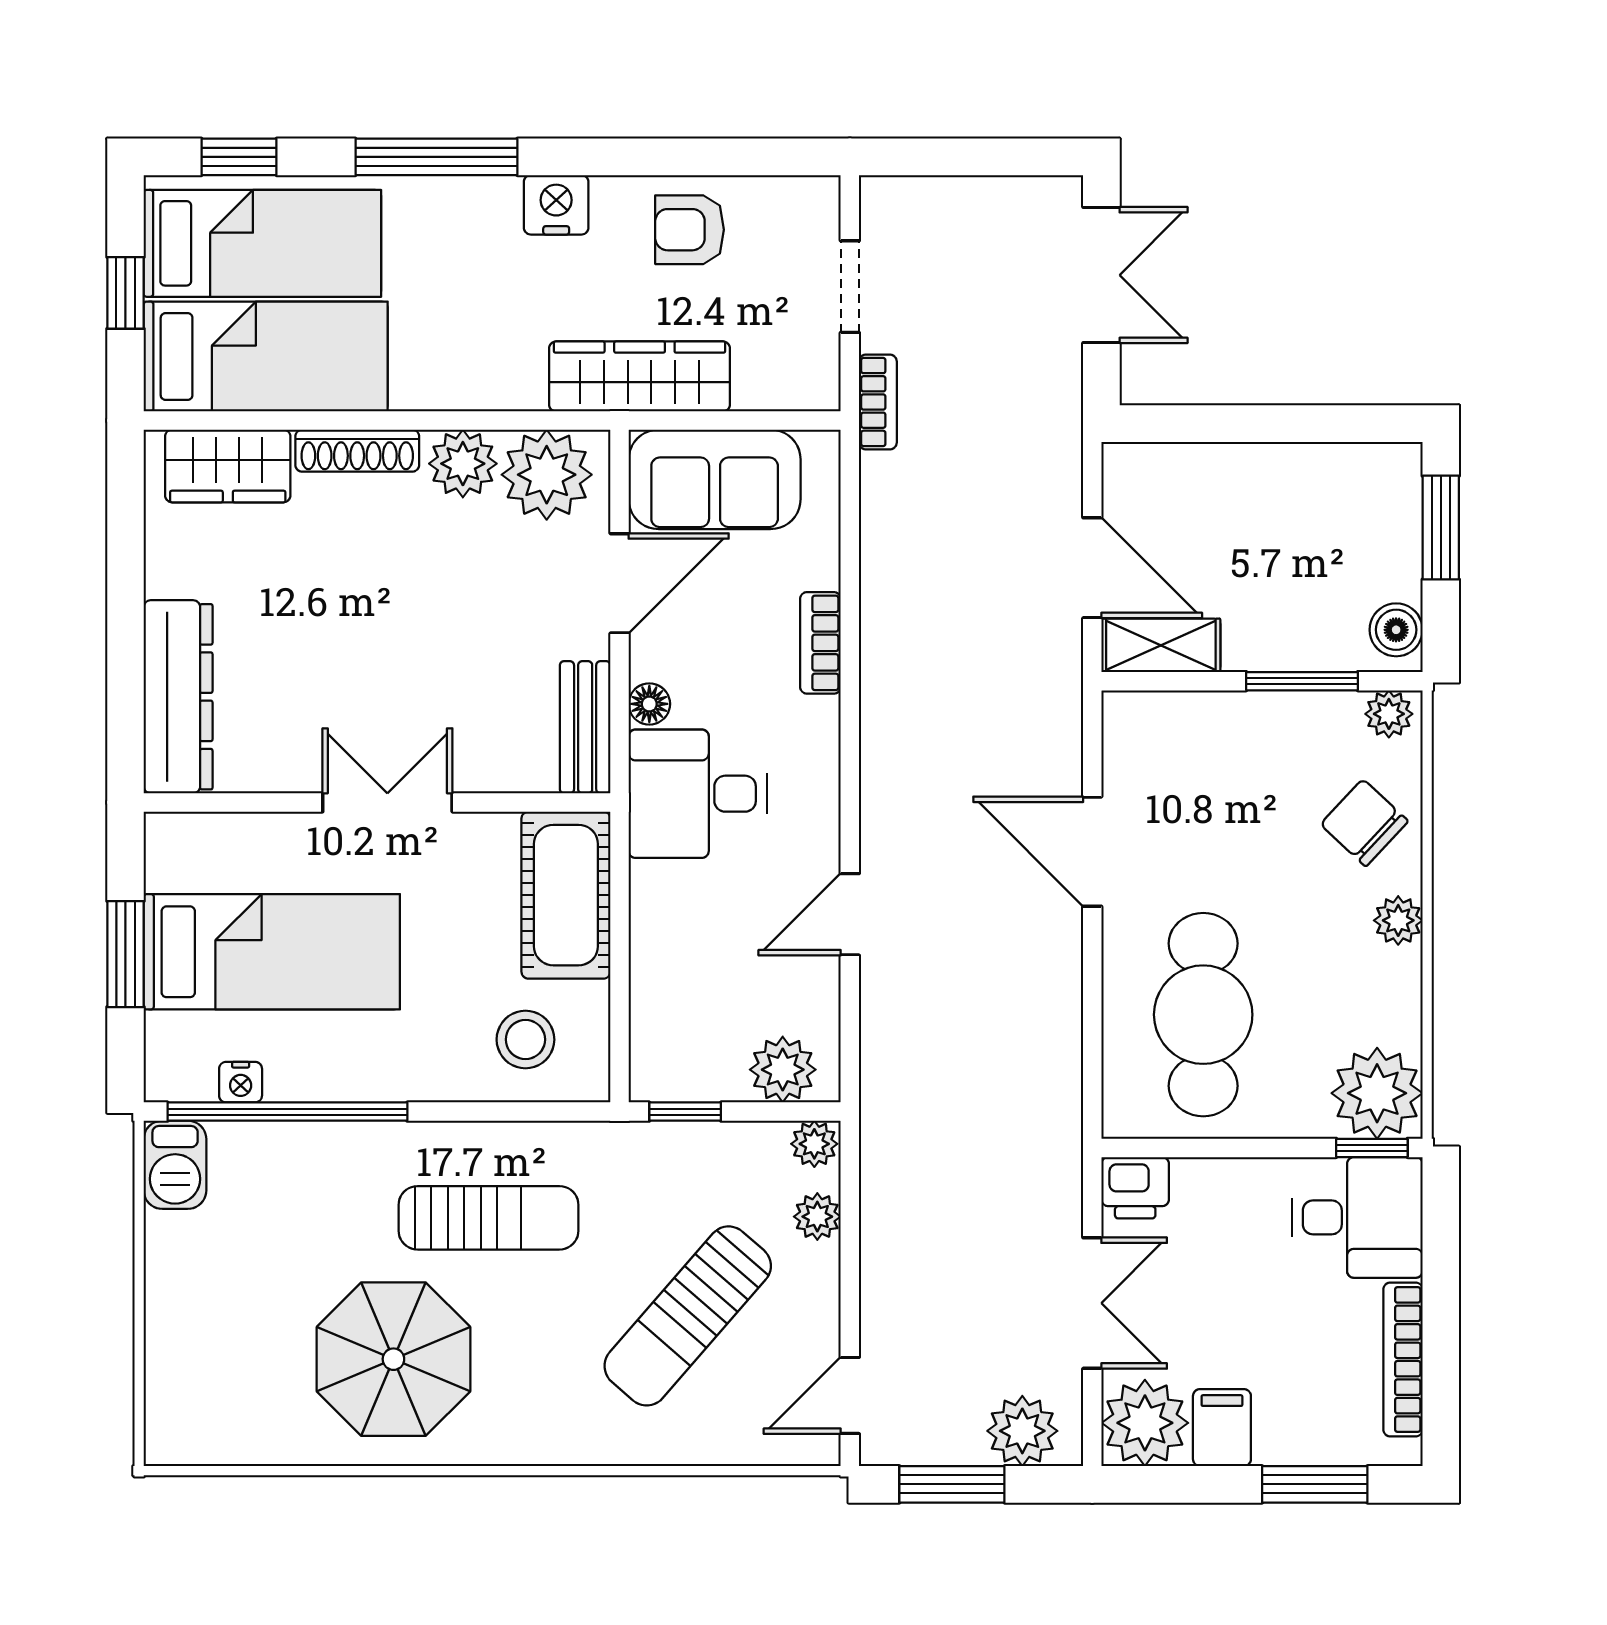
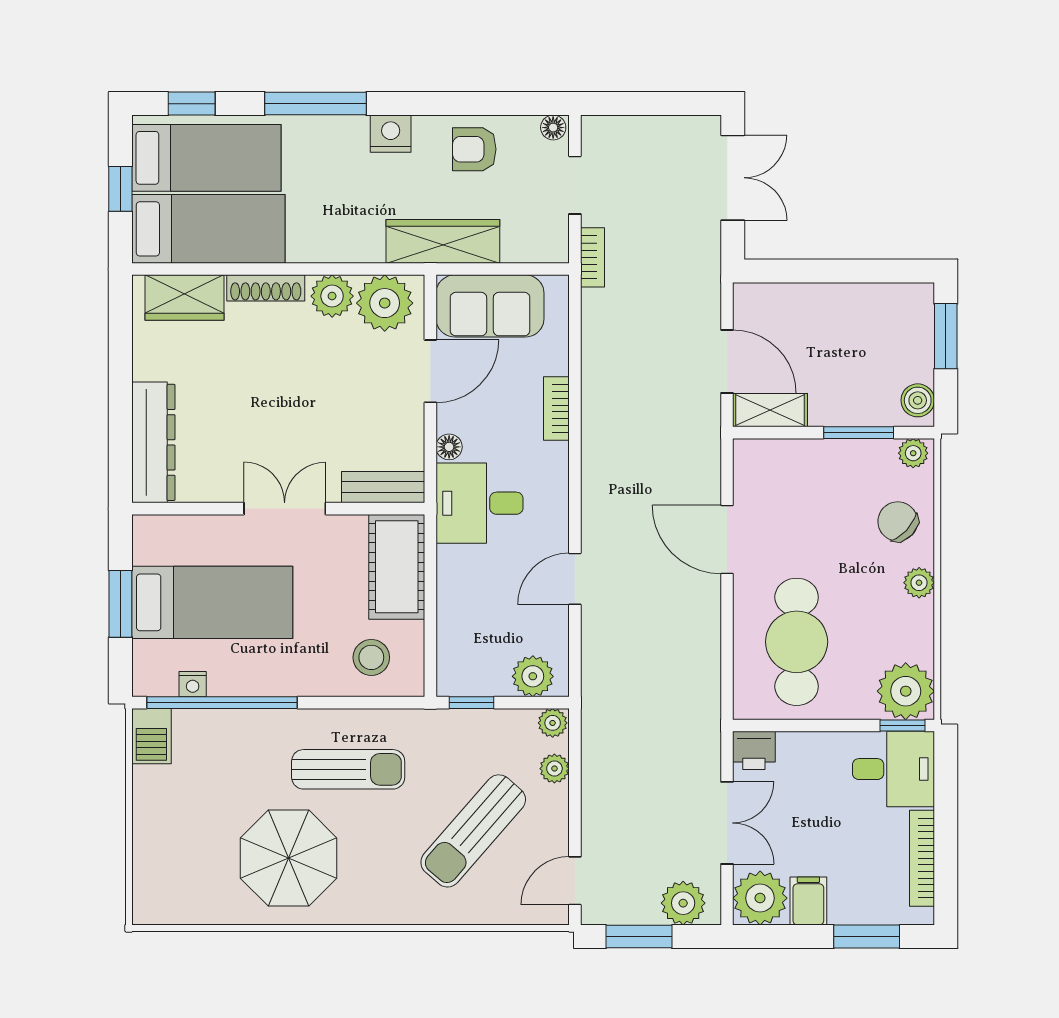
floor lamp: (815, 195) -> (553, 128), added
bench: (585, 727) -> (383, 487), moved, turned 90

